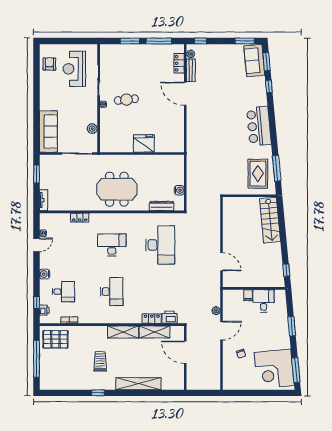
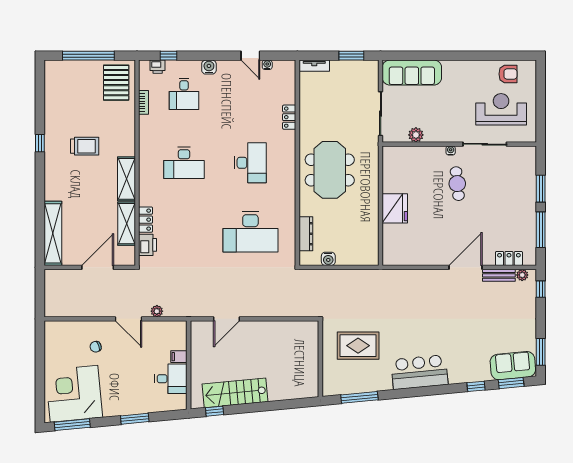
rug: (258, 174) -> (358, 346), moved
stairs: (270, 220) -> (235, 393), moved
shelving: (138, 384) -> (53, 233), moved

